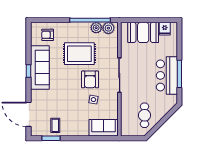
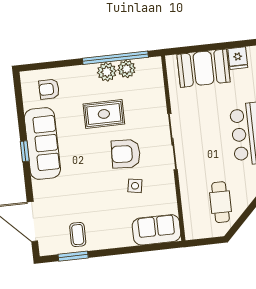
plant: (108, 28) -> (107, 72), moved
rug: (79, 54) -> (104, 114), width x0.73, depth x0.70
armchair: (90, 79) -> (126, 154), turned 93

